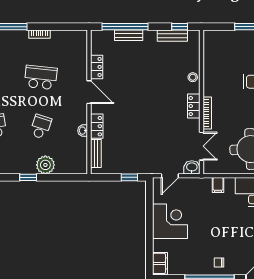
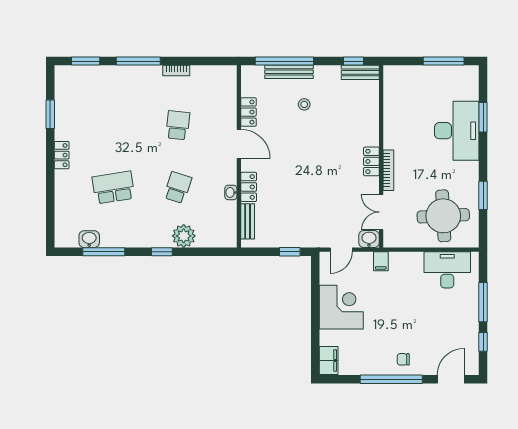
bench: (129, 35) -> (289, 72), width x1.36
bench: (172, 36) -> (360, 72), moved
school desk: (41, 77) -> (178, 125), width x0.54
stool: (193, 77) -> (304, 104), moved
double door: (201, 146) -> (381, 212), swing flipped
filing cabinet: (218, 185) -> (381, 261), moved

